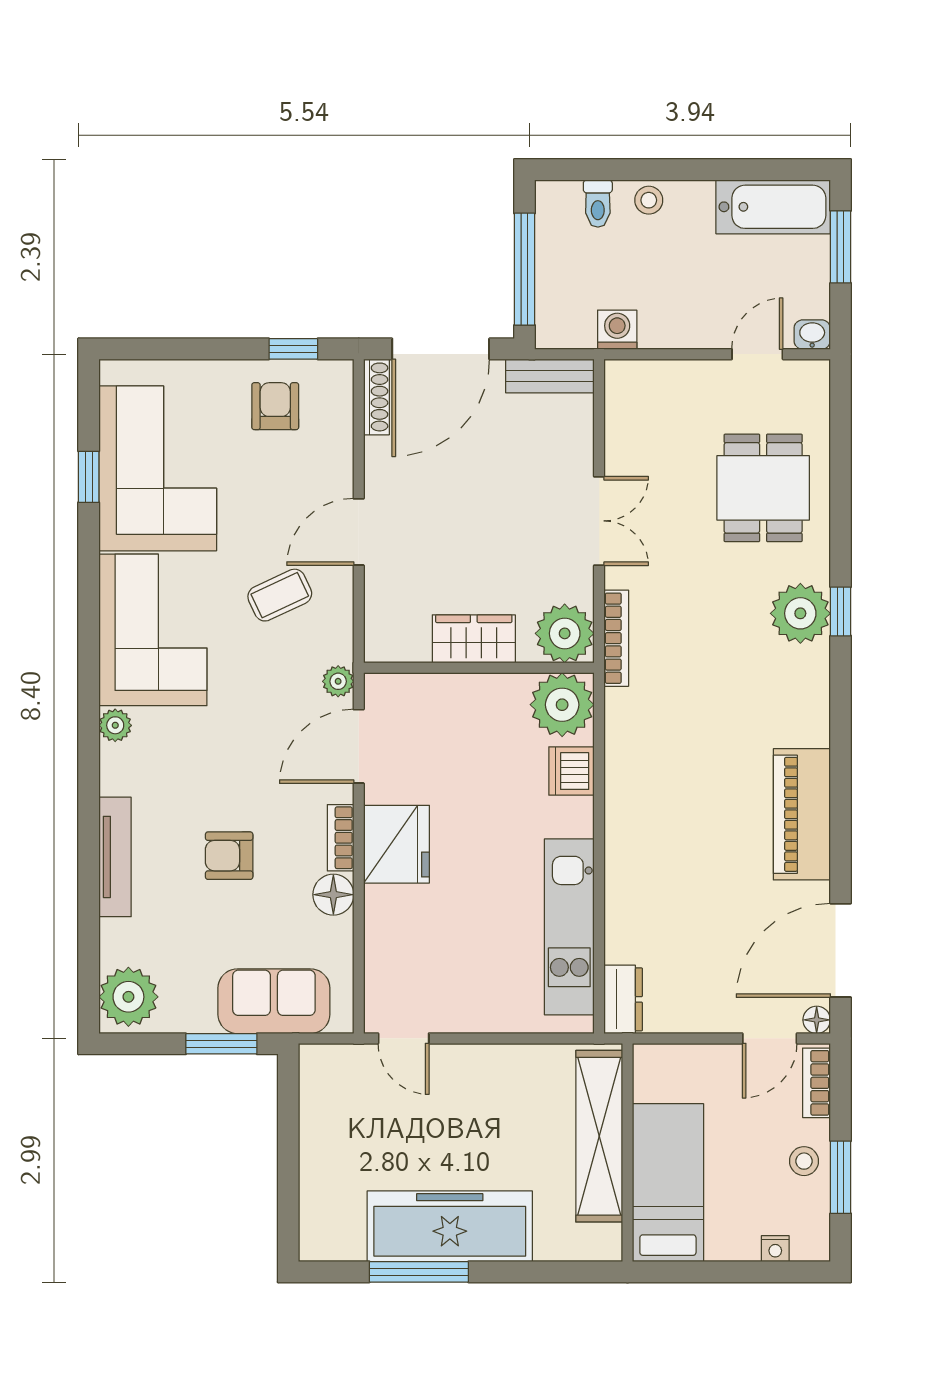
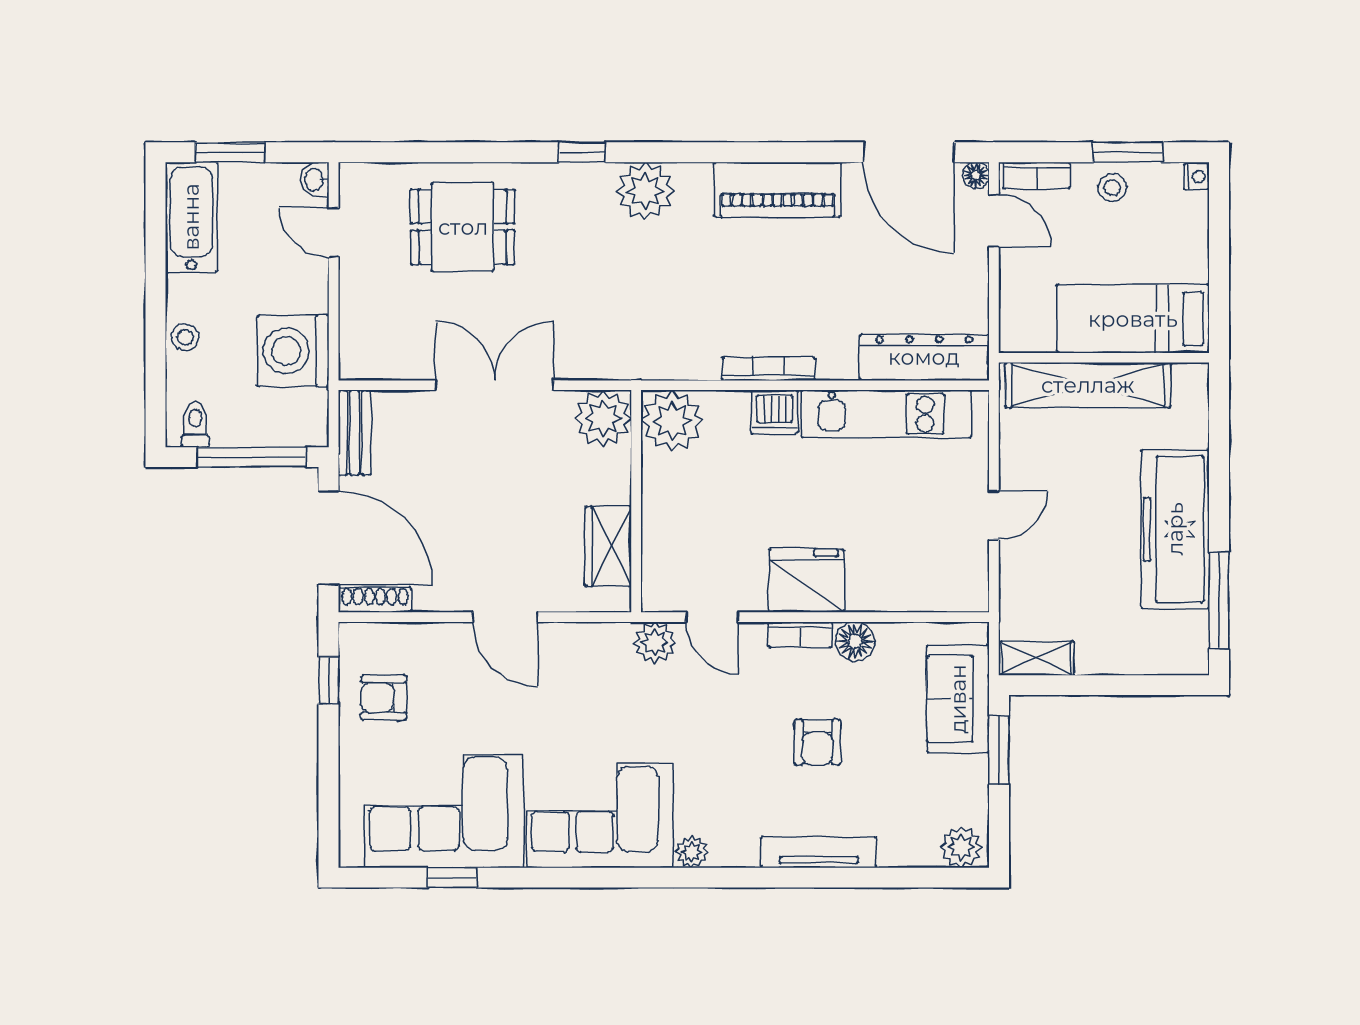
toilet: (598, 204) -> (195, 424), moved, turned -90
washing machine: (617, 330) -> (293, 351), width x1.89, depth x1.89
double door: (599, 521) -> (495, 385), width x1.37
coffee table: (280, 595) -> (566, 693), removed
plant: (800, 613) -> (645, 191), moved
bookcase: (616, 638) -> (768, 369), moved
wardrobe: (474, 639) -> (608, 546), moved
plant: (338, 681) -> (655, 643), width x1.38, depth x1.38
door: (359, 746) -> (712, 617), width x0.73
dishwasher: (571, 771) -> (775, 412), moved
plant: (128, 997) -> (961, 847), width x0.73, depth x0.73
dresser: (623, 999) -> (924, 357), width x1.96, depth x1.24
door: (404, 1038) -> (994, 515), moved
shelving: (316, 1082) -> (1036, 658), added
nightstand: (775, 1249) -> (1197, 177), moved
window: (419, 1272) -> (1219, 600), moved

